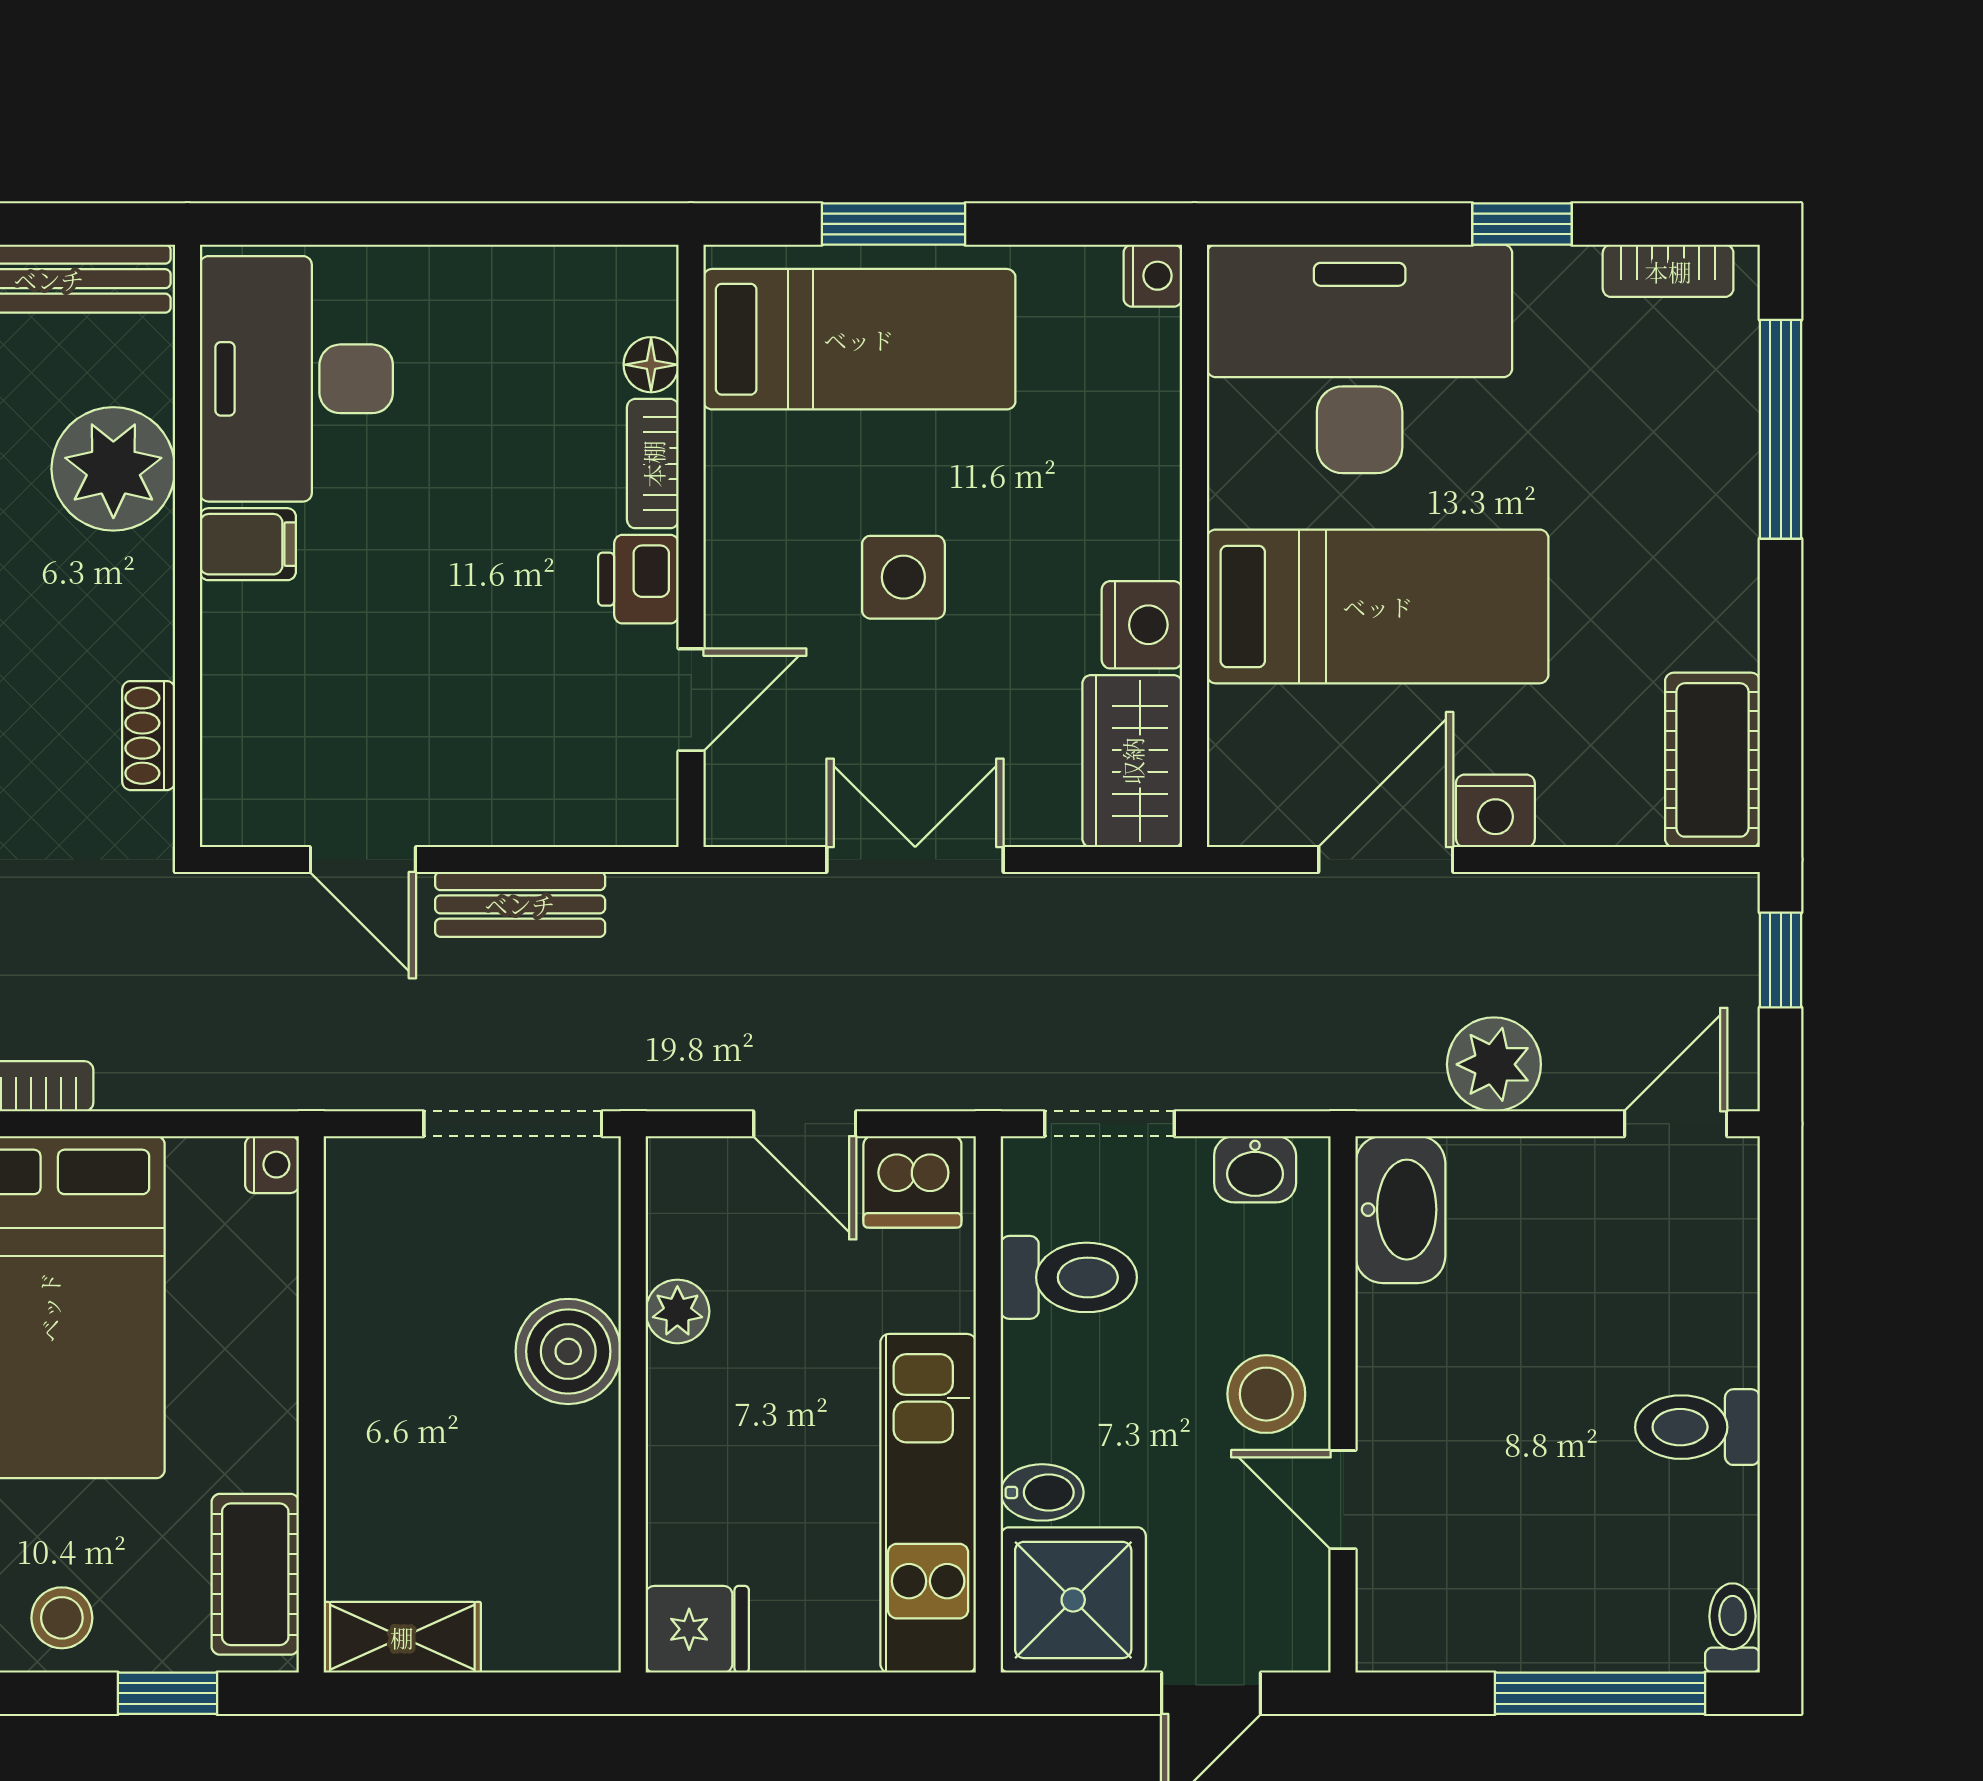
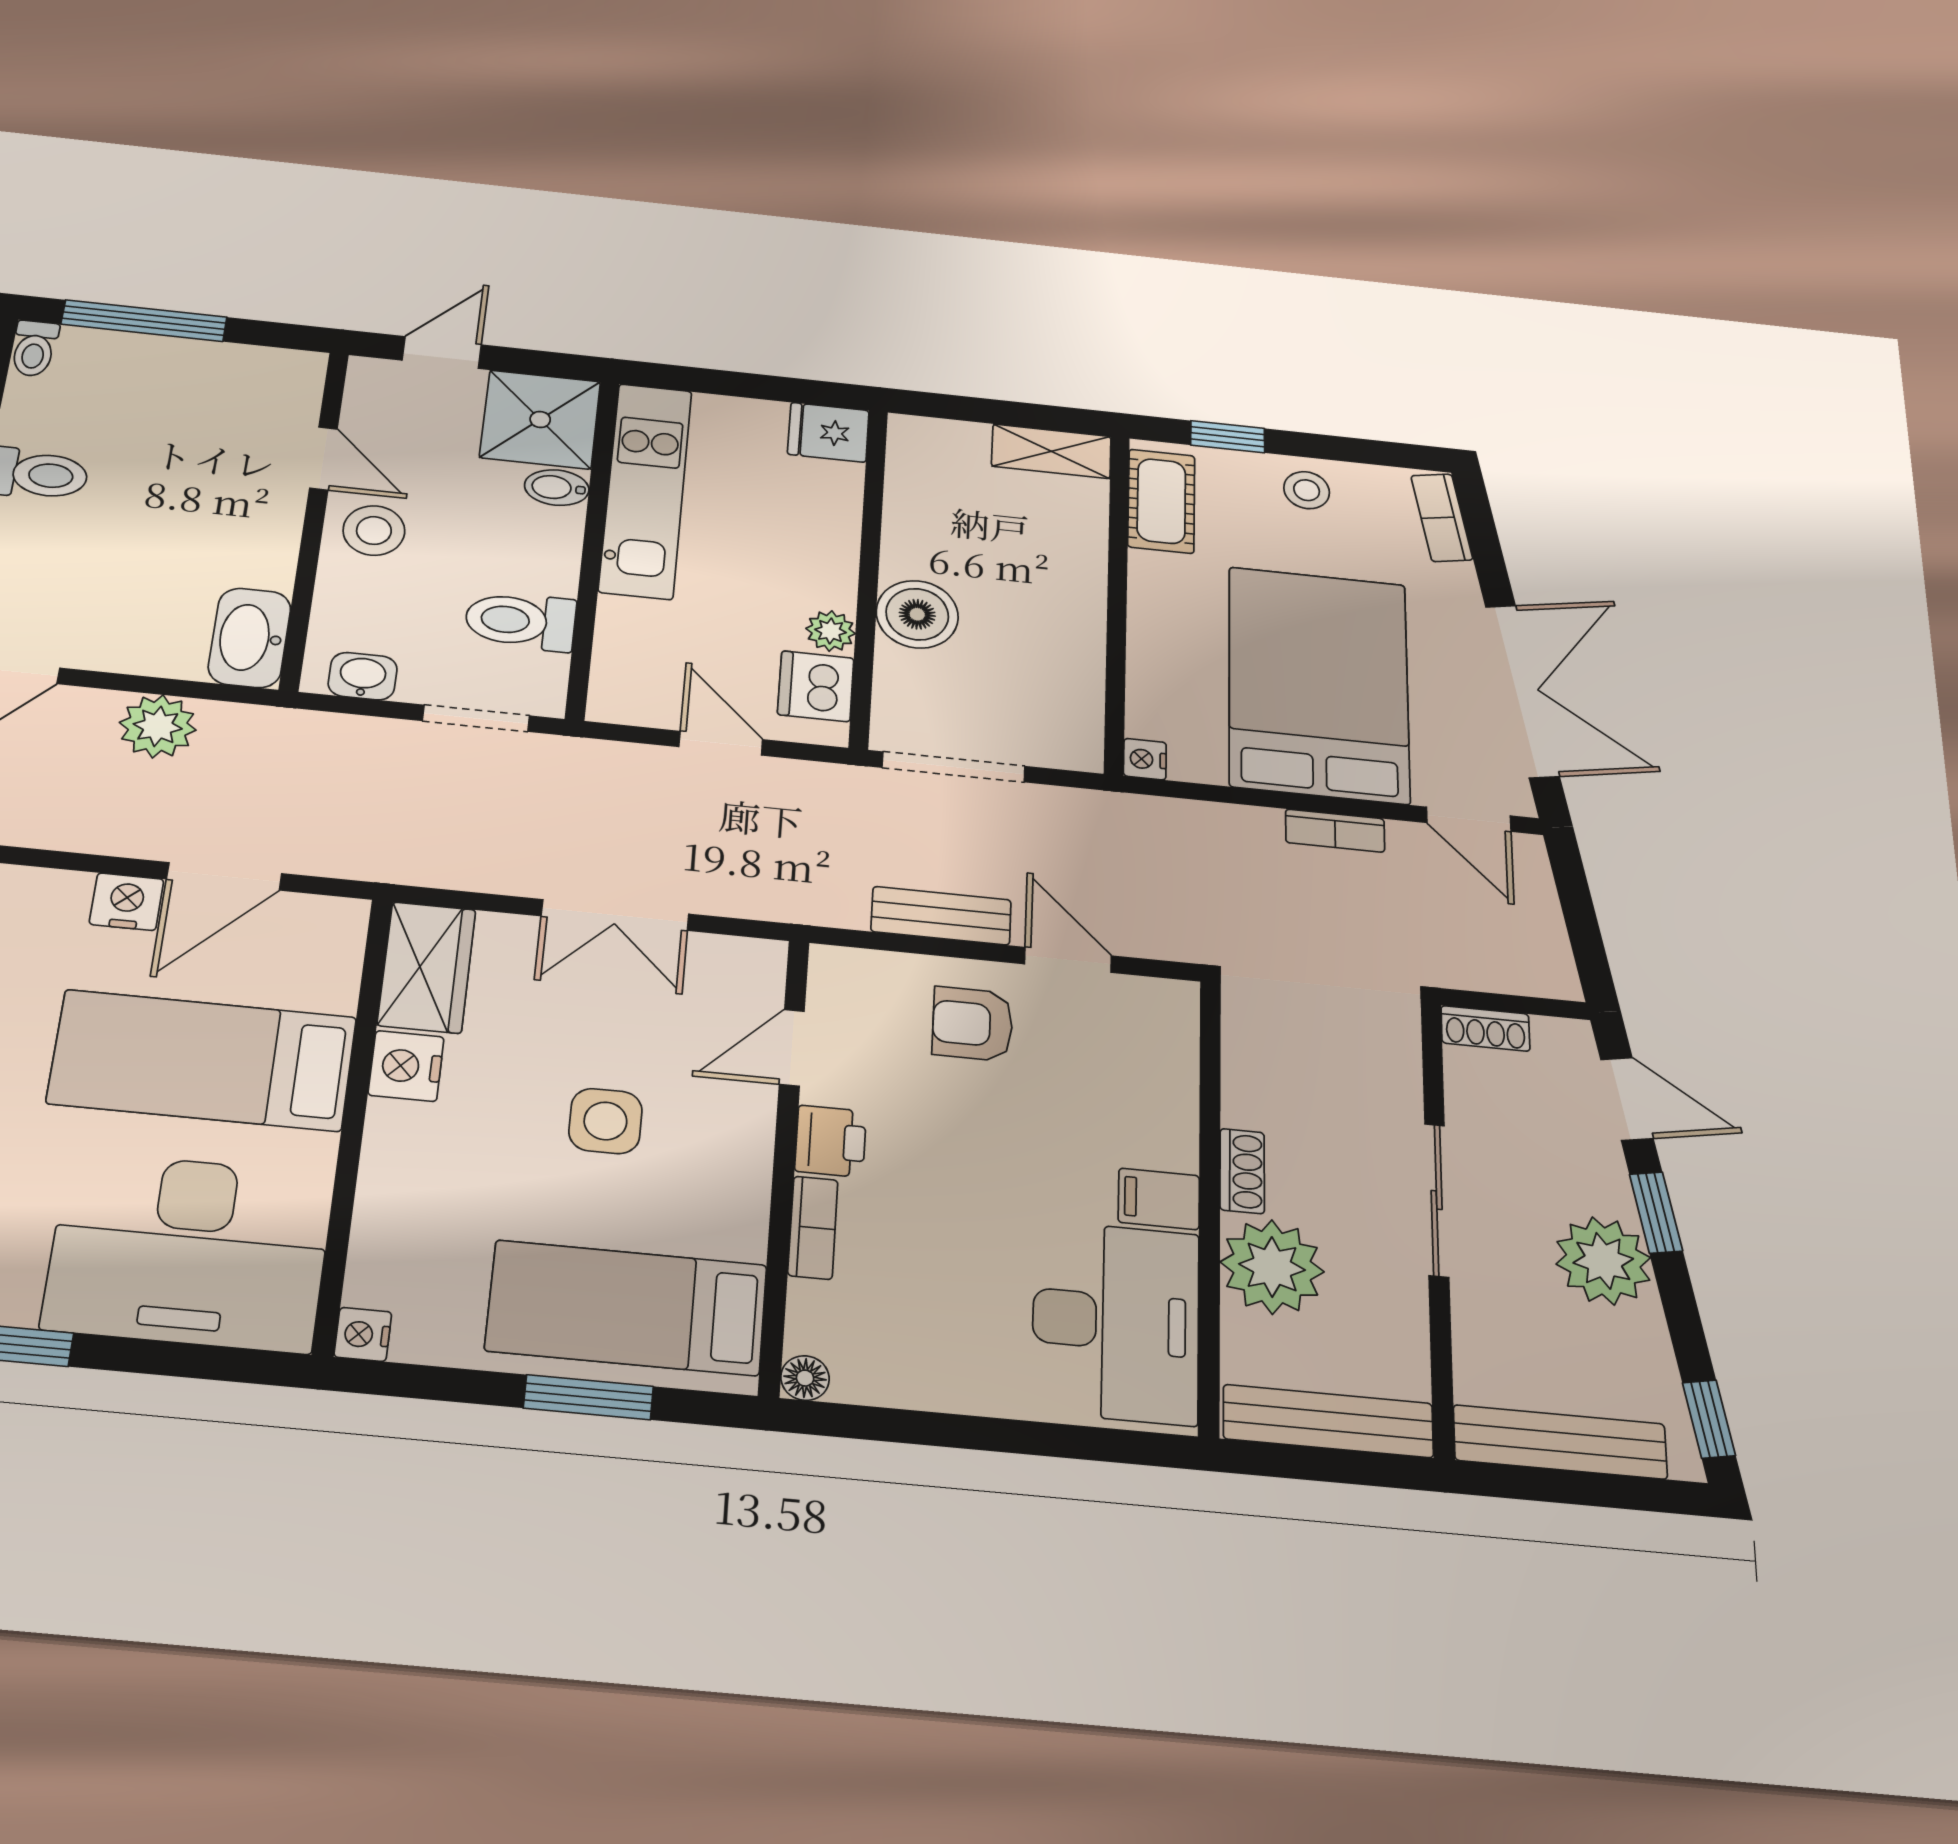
floor lamp: (651, 365) -> (805, 1378), moved
shoe rack: (149, 736) -> (1242, 1171), moved
armchair: (476, 757) -> (973, 1024), added
dishwasher: (912, 1182) -> (816, 686), moved, turned -90

